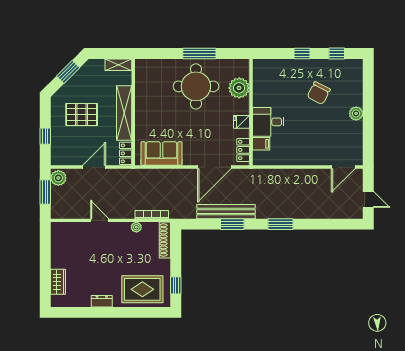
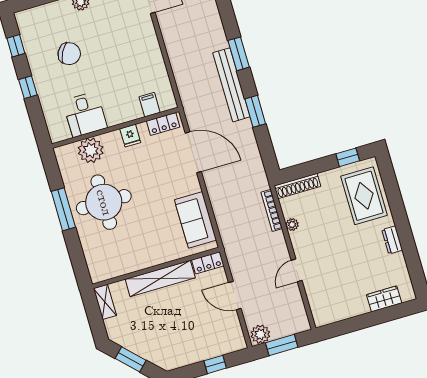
pallet: (82, 114) -> (177, 329), removed
desk: (268, 122) -> (85, 114), moved
bench: (226, 212) -> (231, 85), moved

